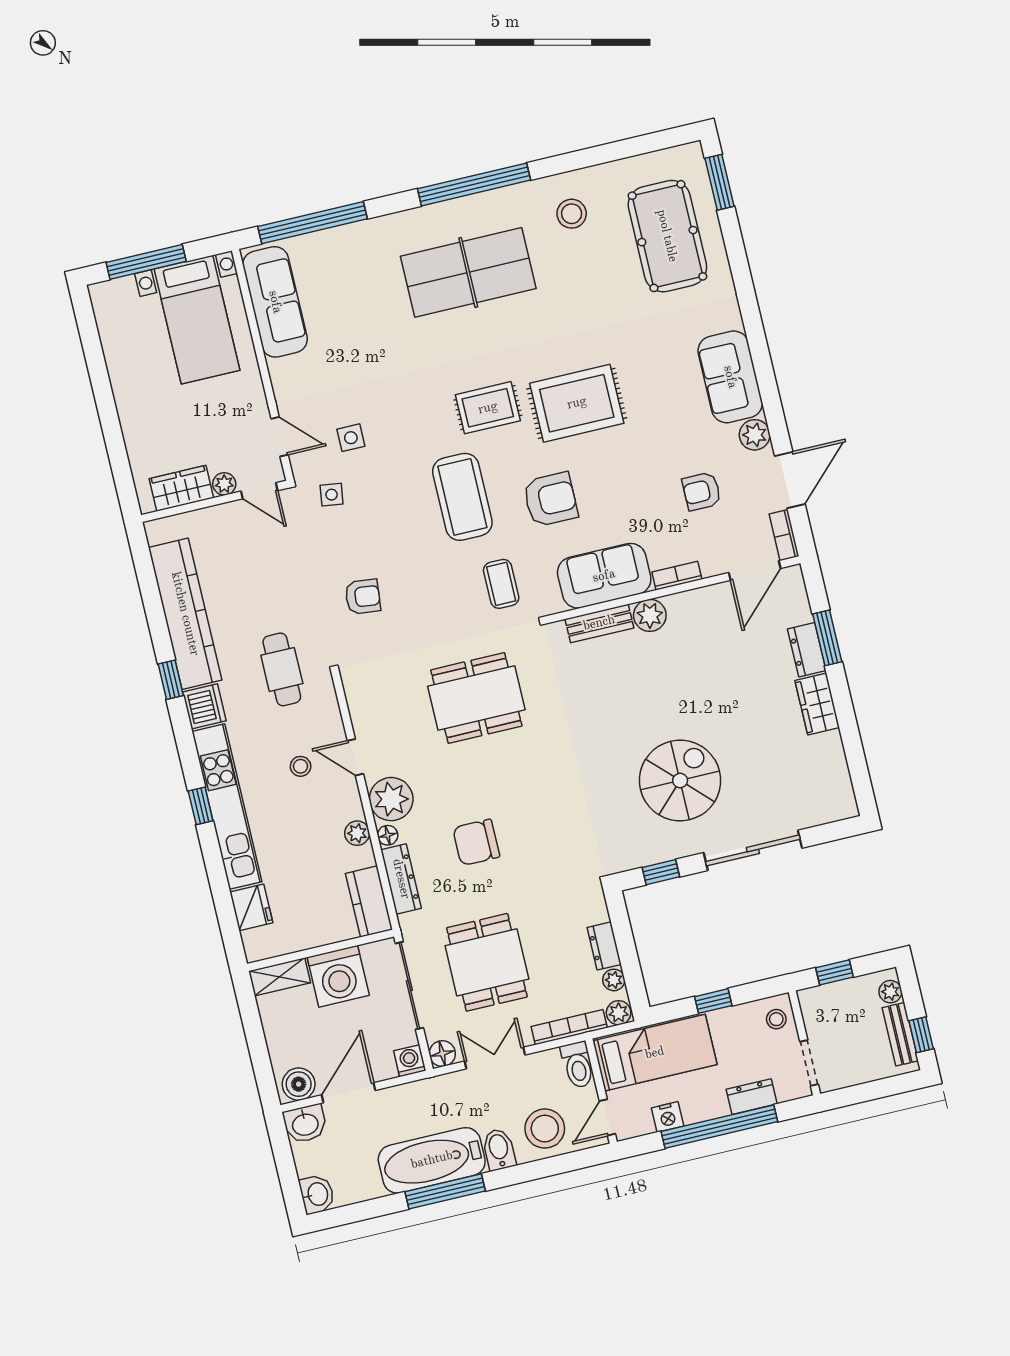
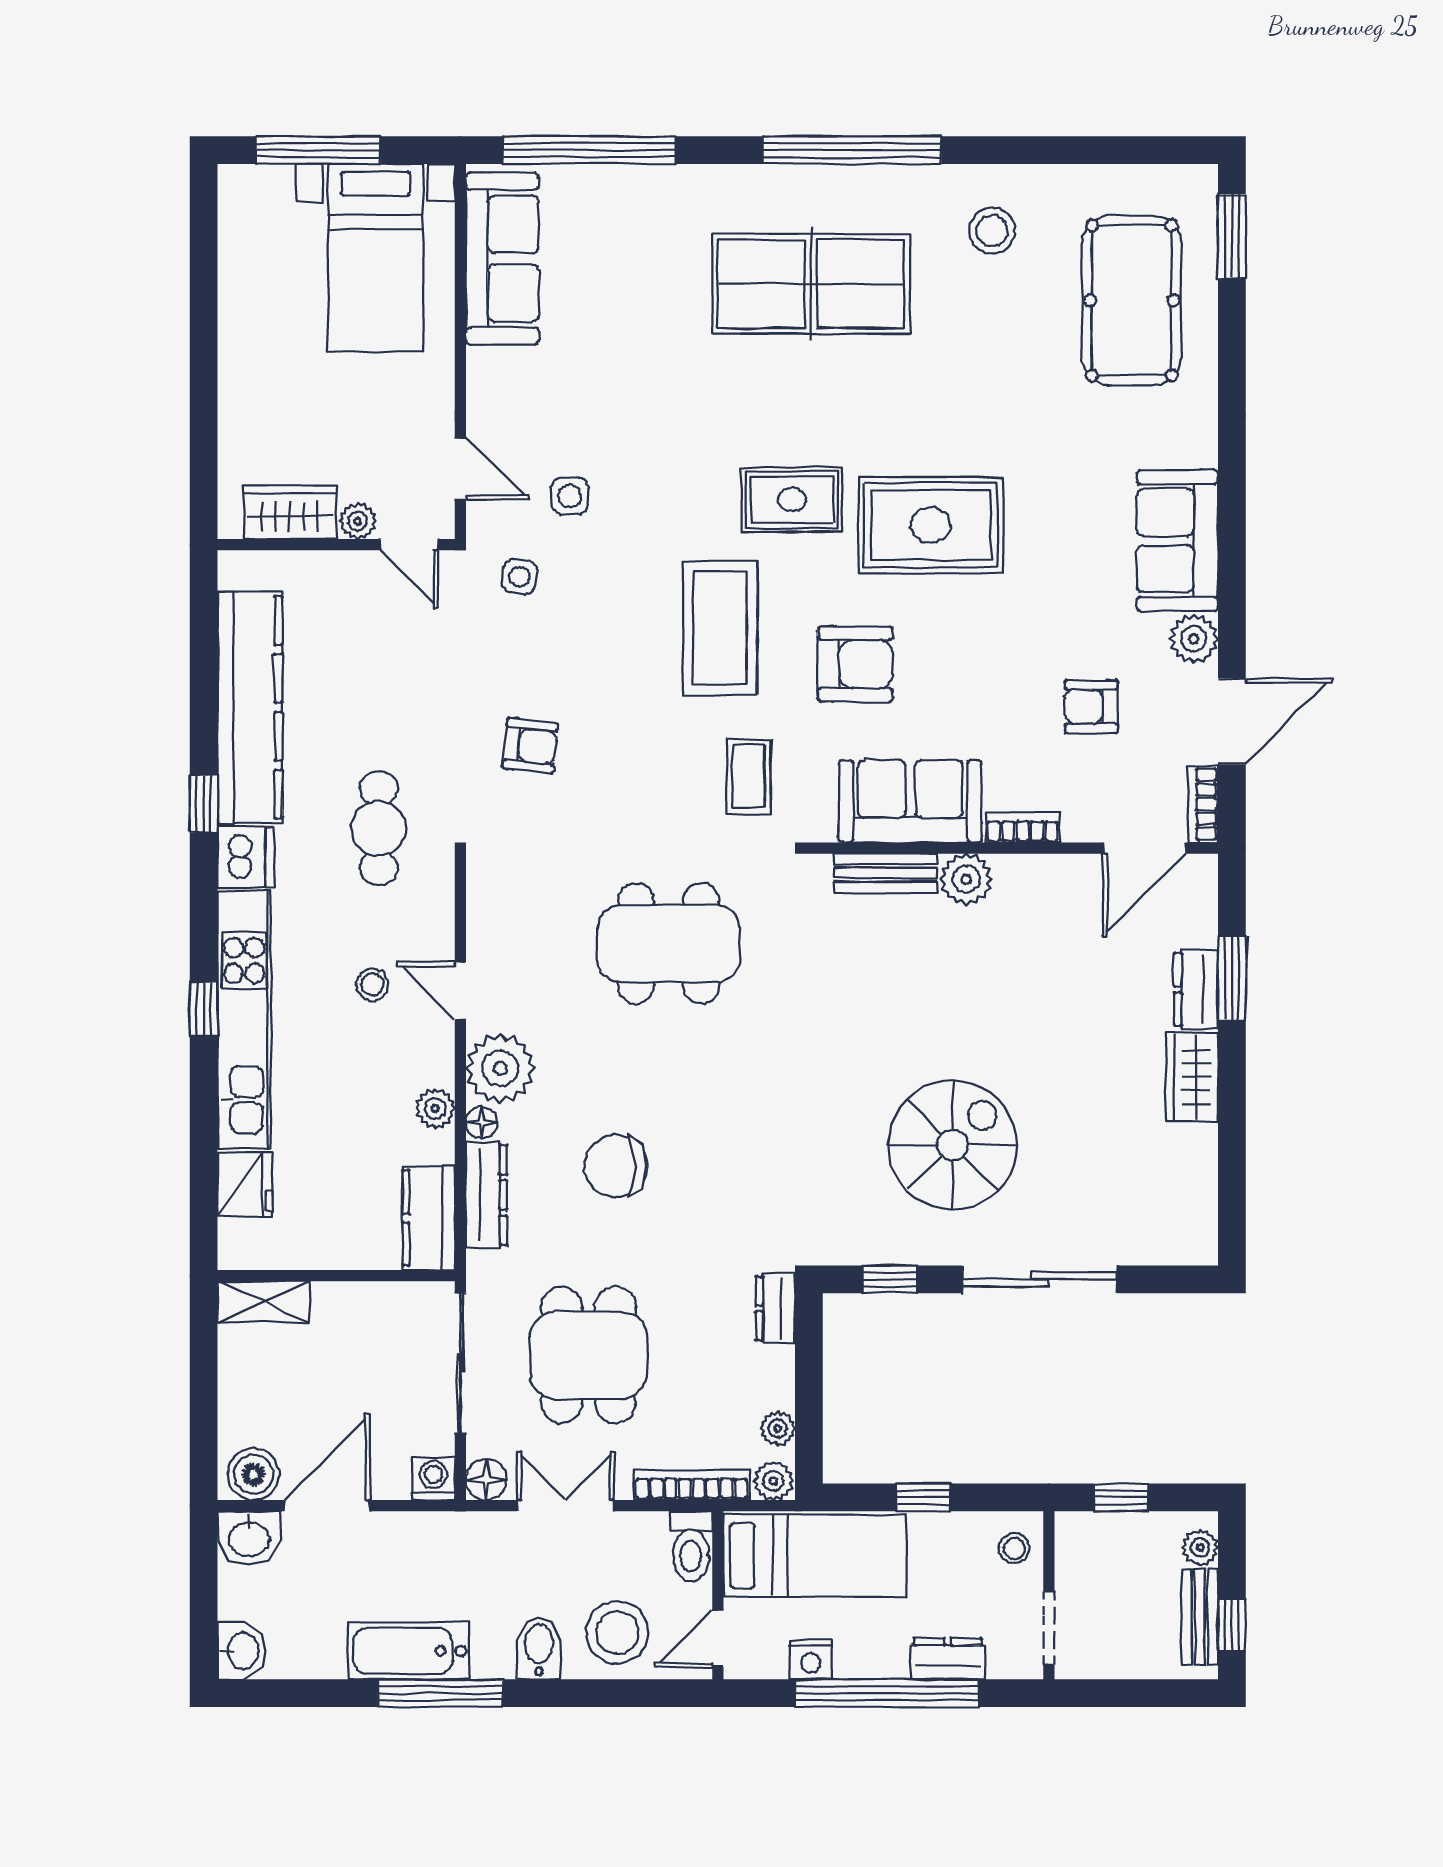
dresser: (604, 946) -> (775, 1308), moved
washing machine: (338, 976) -> (354, 1322), removed
bathtub: (432, 1160) -> (409, 1651), width x0.73, depth x0.73

